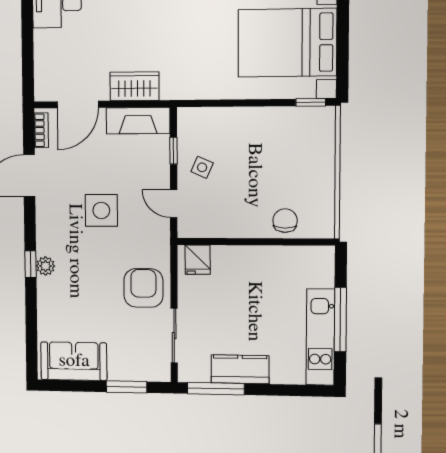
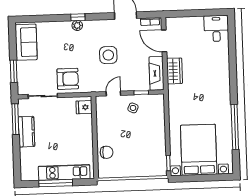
kitchen unit: (320, 337) -> (64, 172), moved

